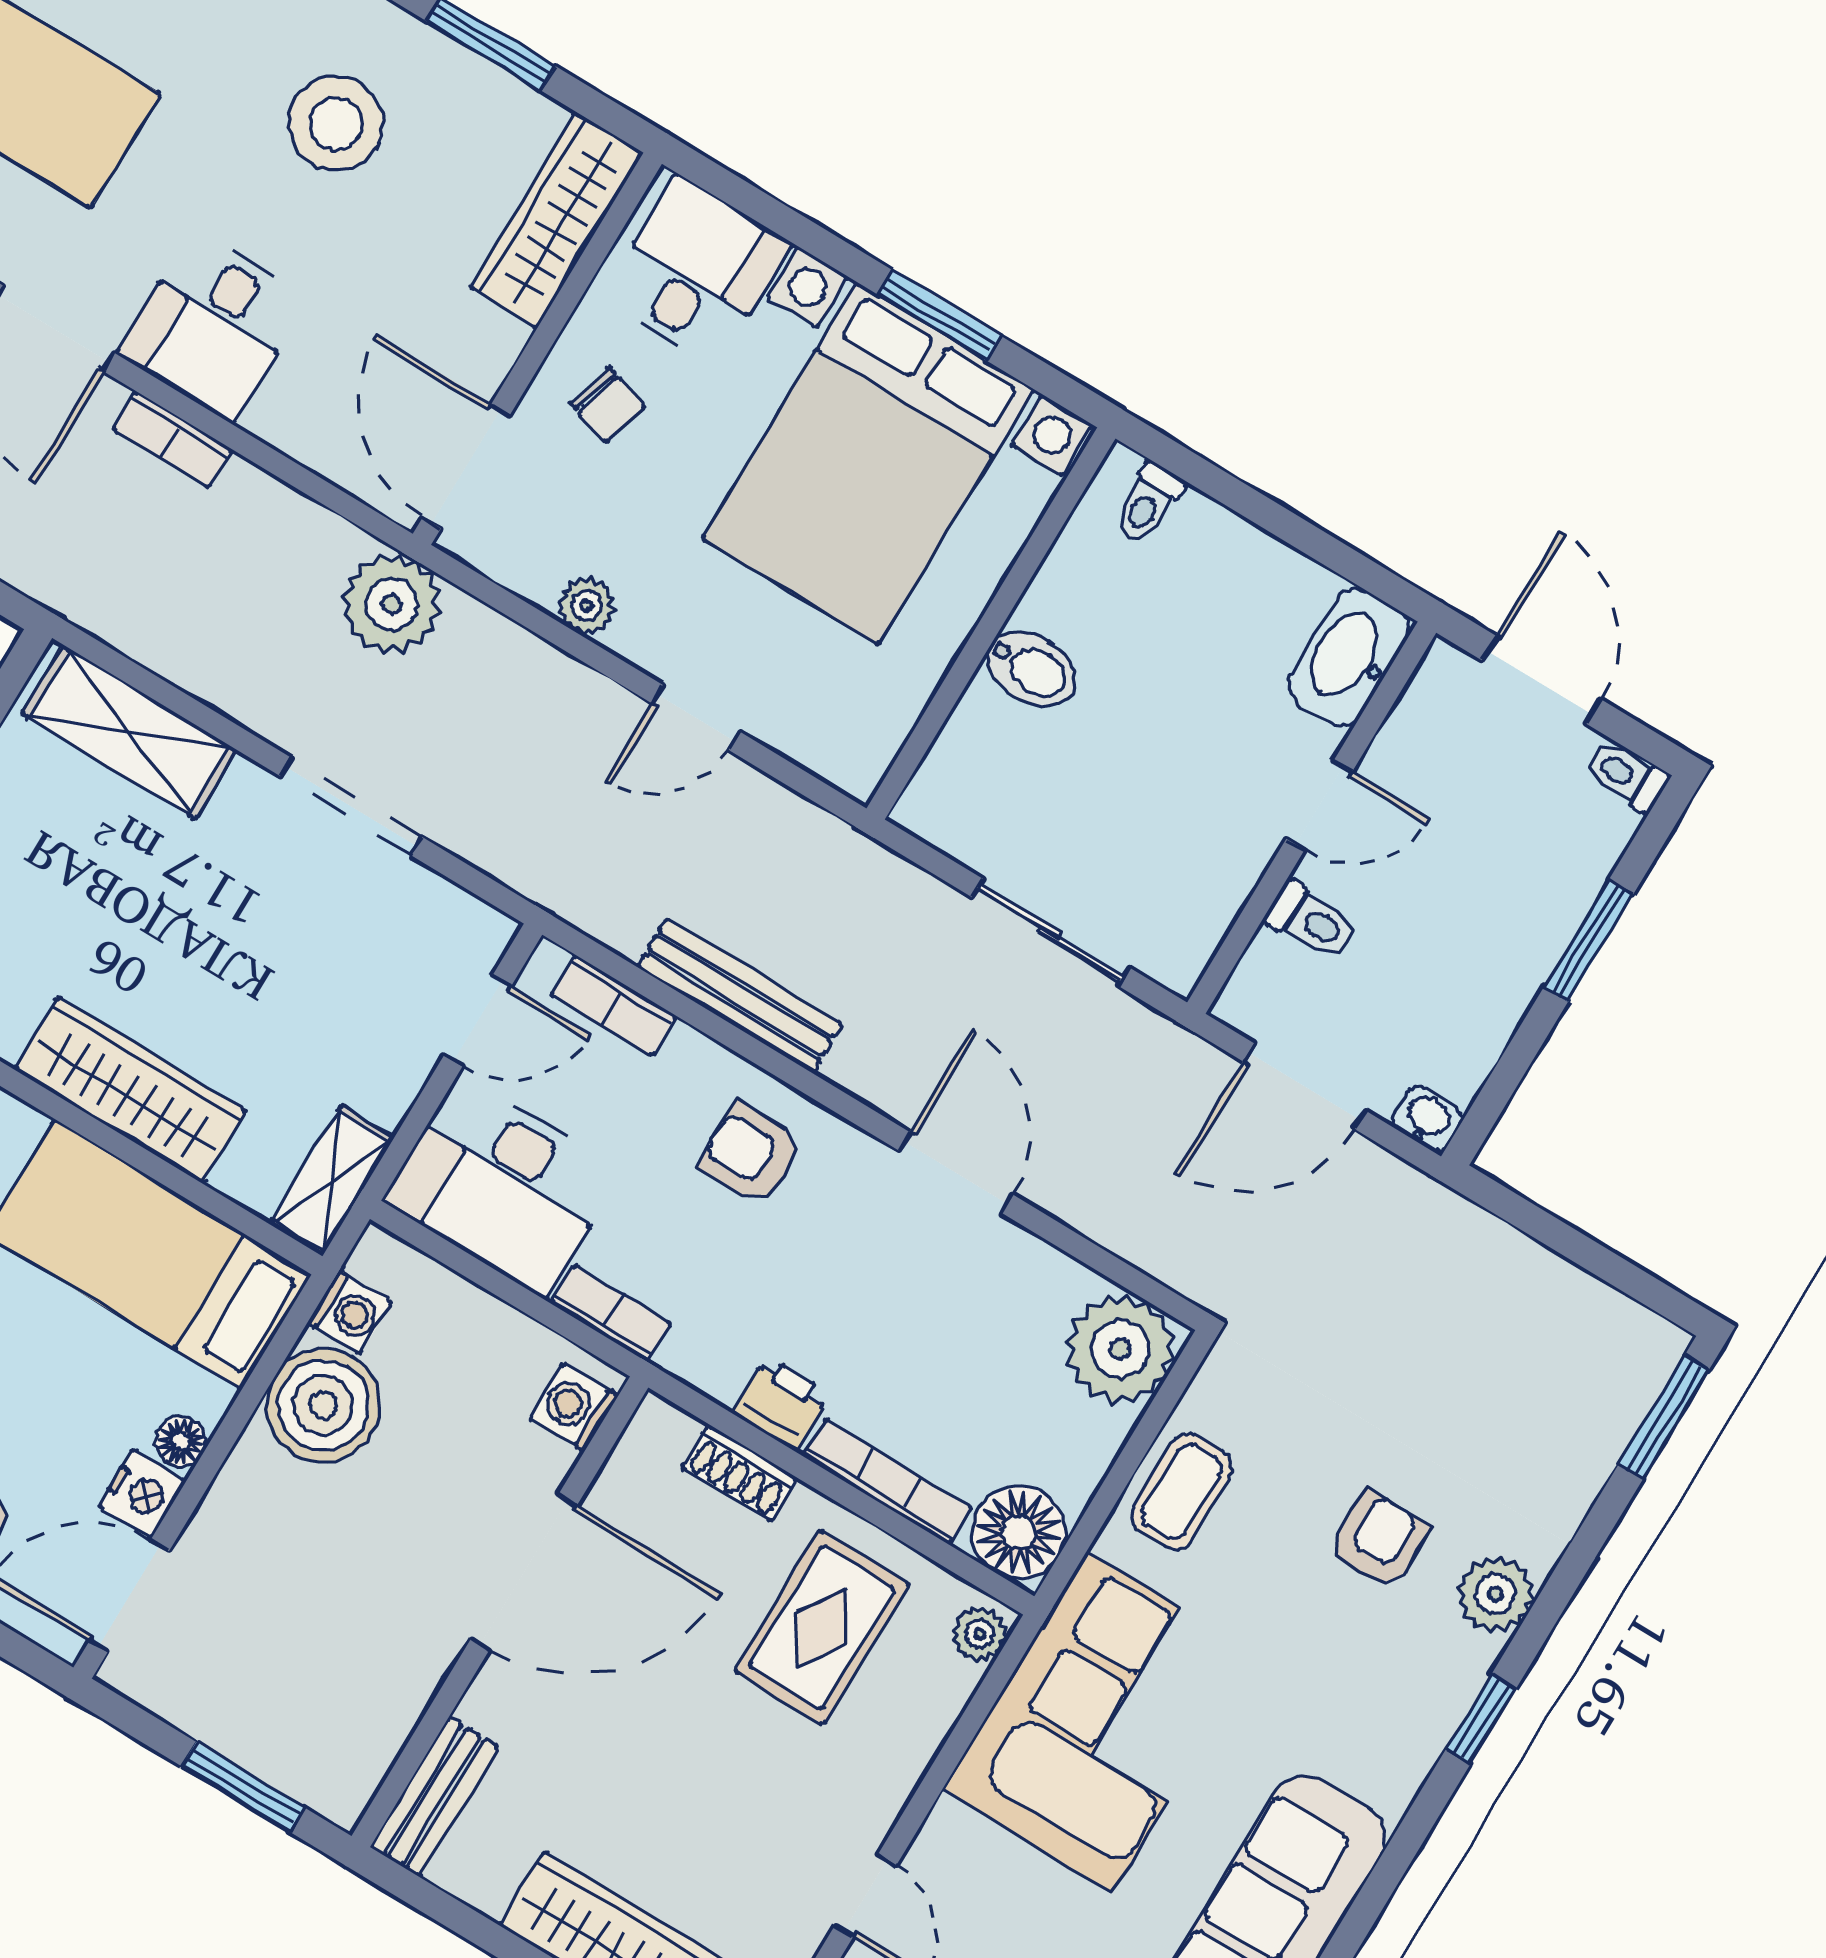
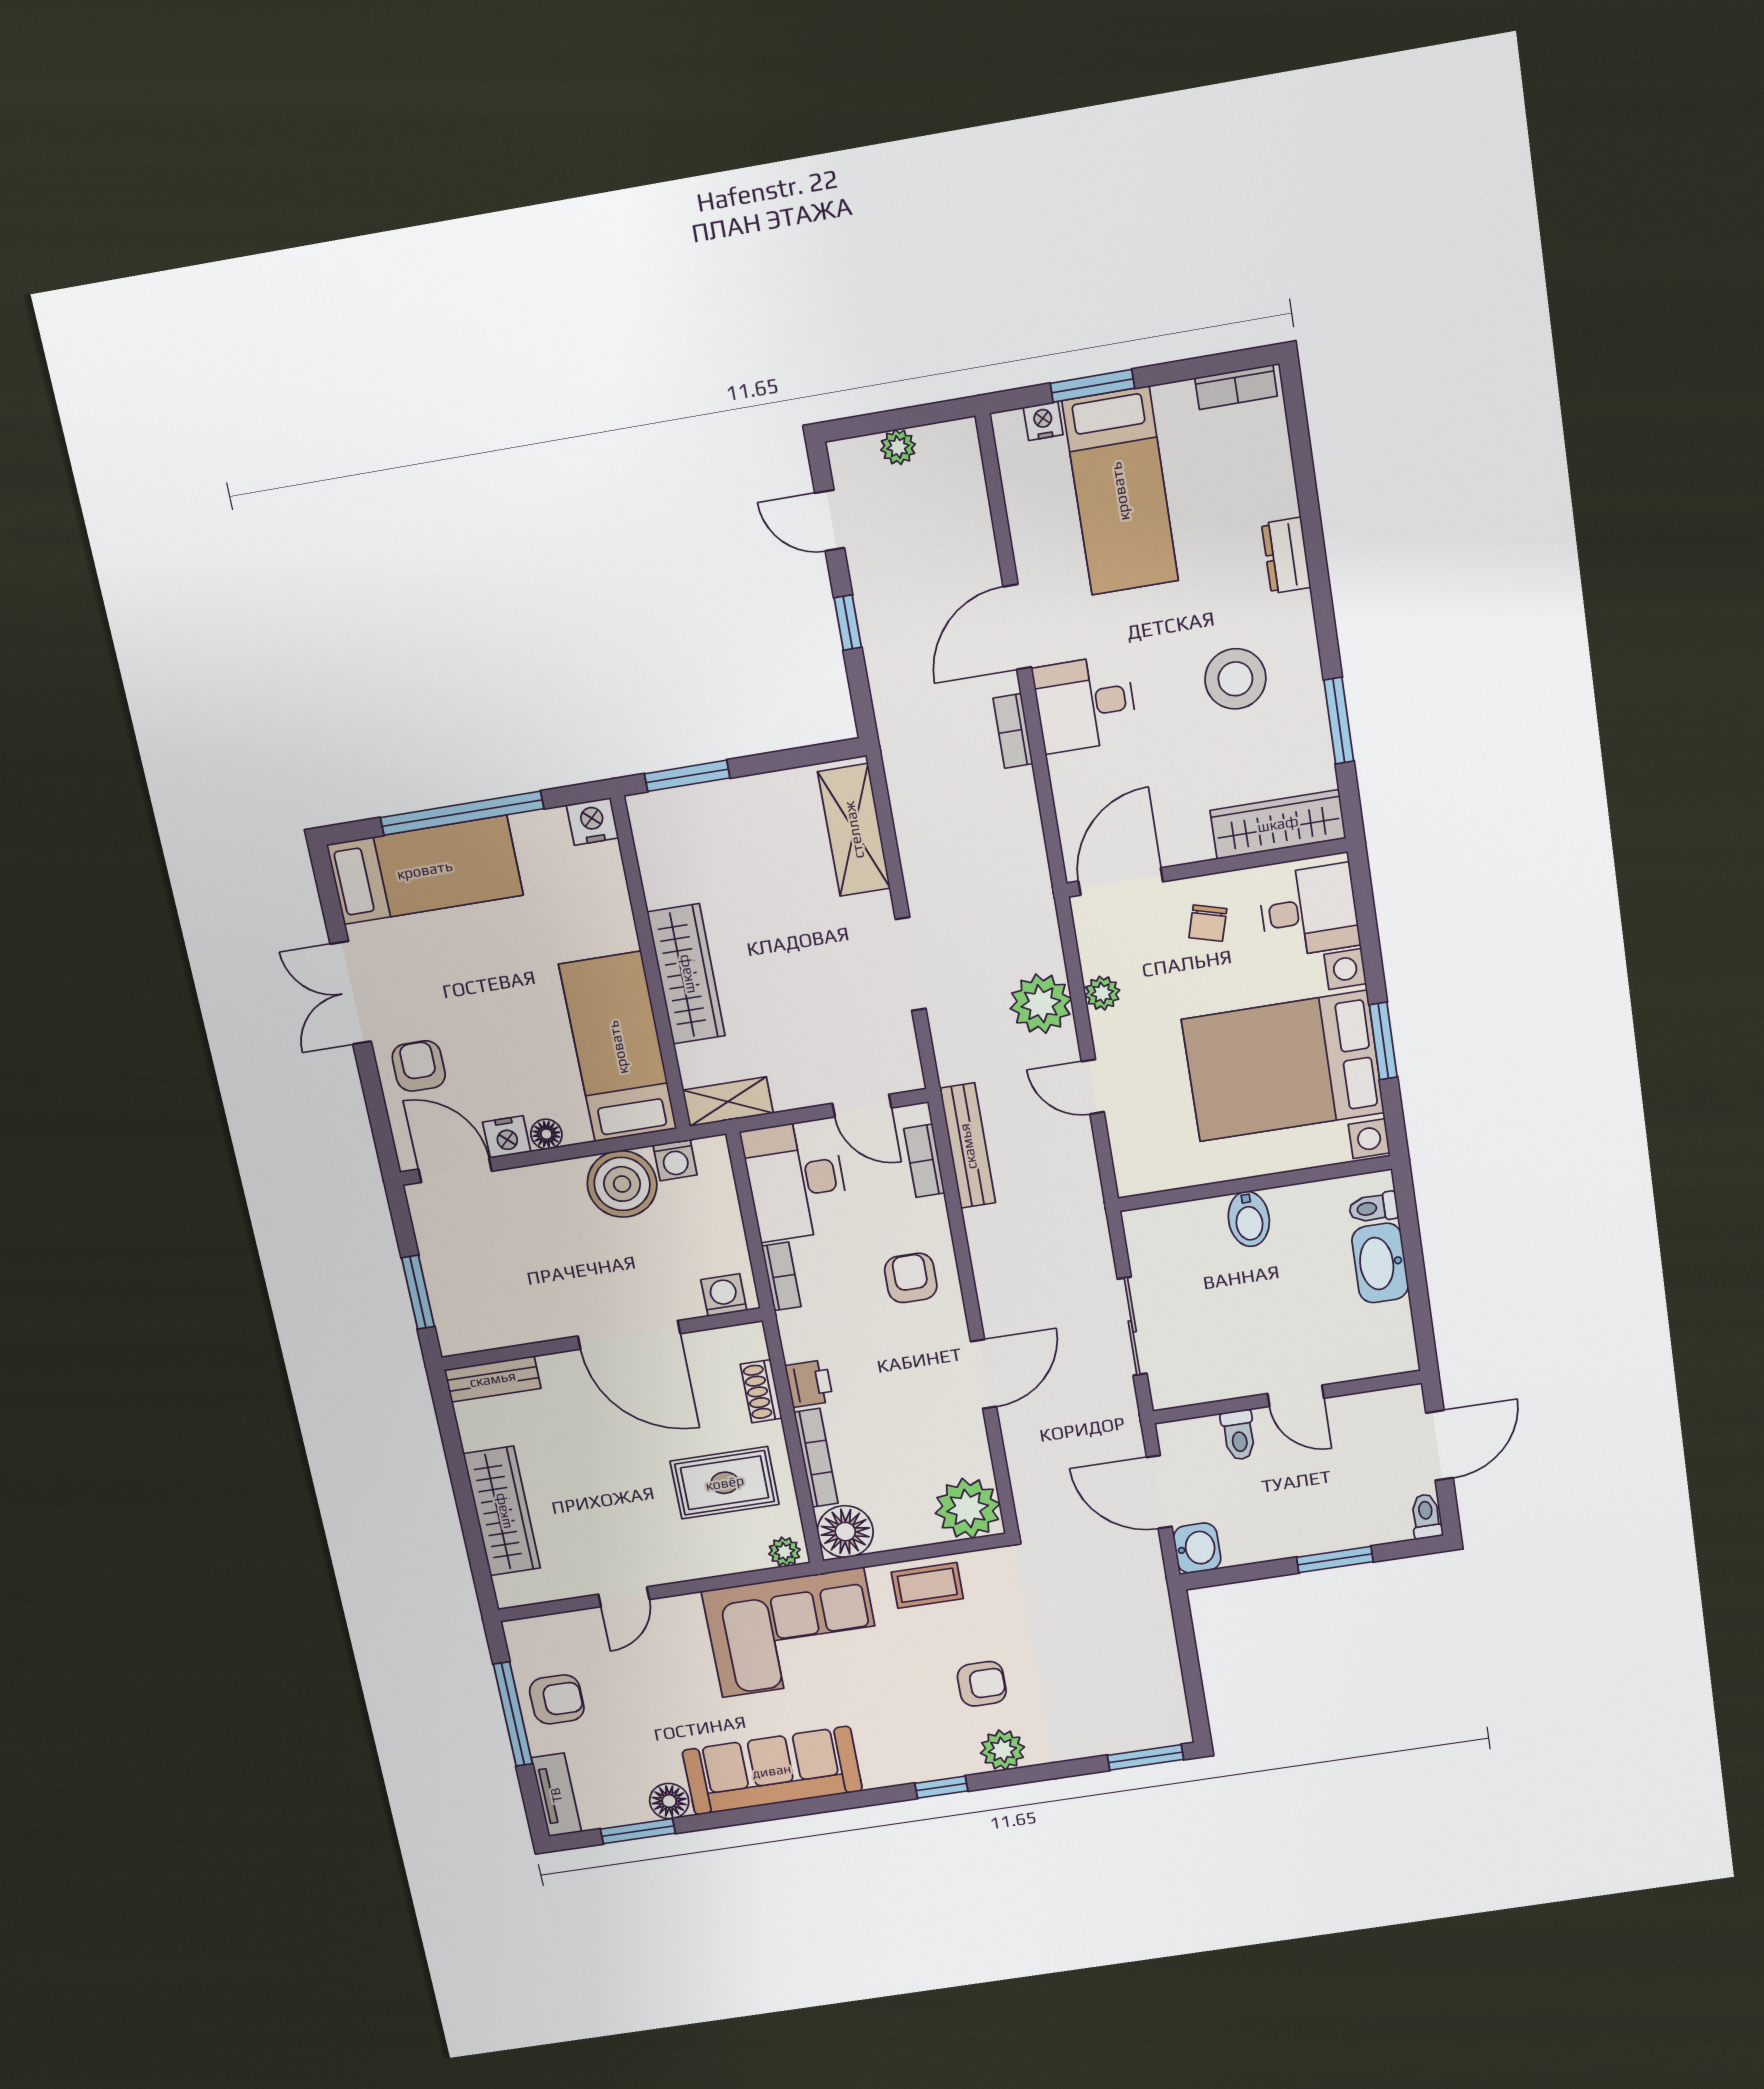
plant: (392, 604) -> (1041, 1004), moved
washbasin: (1349, 657) -> (1380, 1263), moved, turned -90
bench: (740, 996) -> (968, 1146), moved
washbasin: (1428, 1119) -> (1197, 1548), width x1.38, depth x1.45

